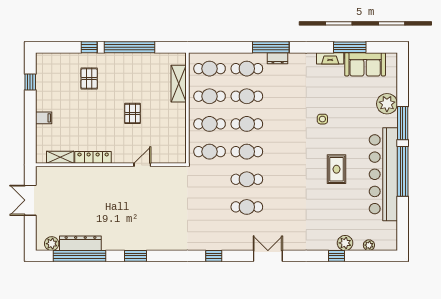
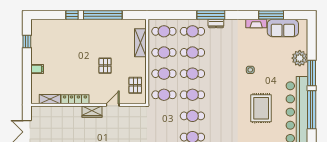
pallet: (89, 79) -> (135, 85), moved
rug: (336, 169) -> (261, 108), width x1.36, depth x1.43
wardrobe: (116, 174) -> (92, 112), added

